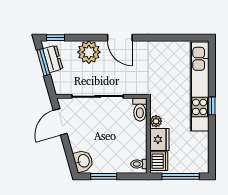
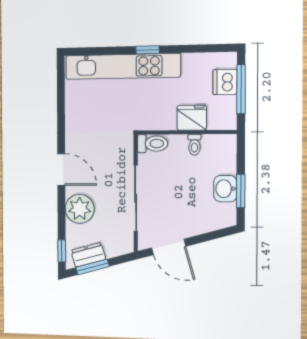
door: (120, 38) -> (61, 169), hinge flipped
plant: (156, 121) -> (168, 123), removed
washbasin: (83, 161) -> (225, 189), moved, turned -74
dishwasher: (159, 161) -> (225, 82), moved, turned -90
toilet: (139, 164) -> (194, 145), moved

